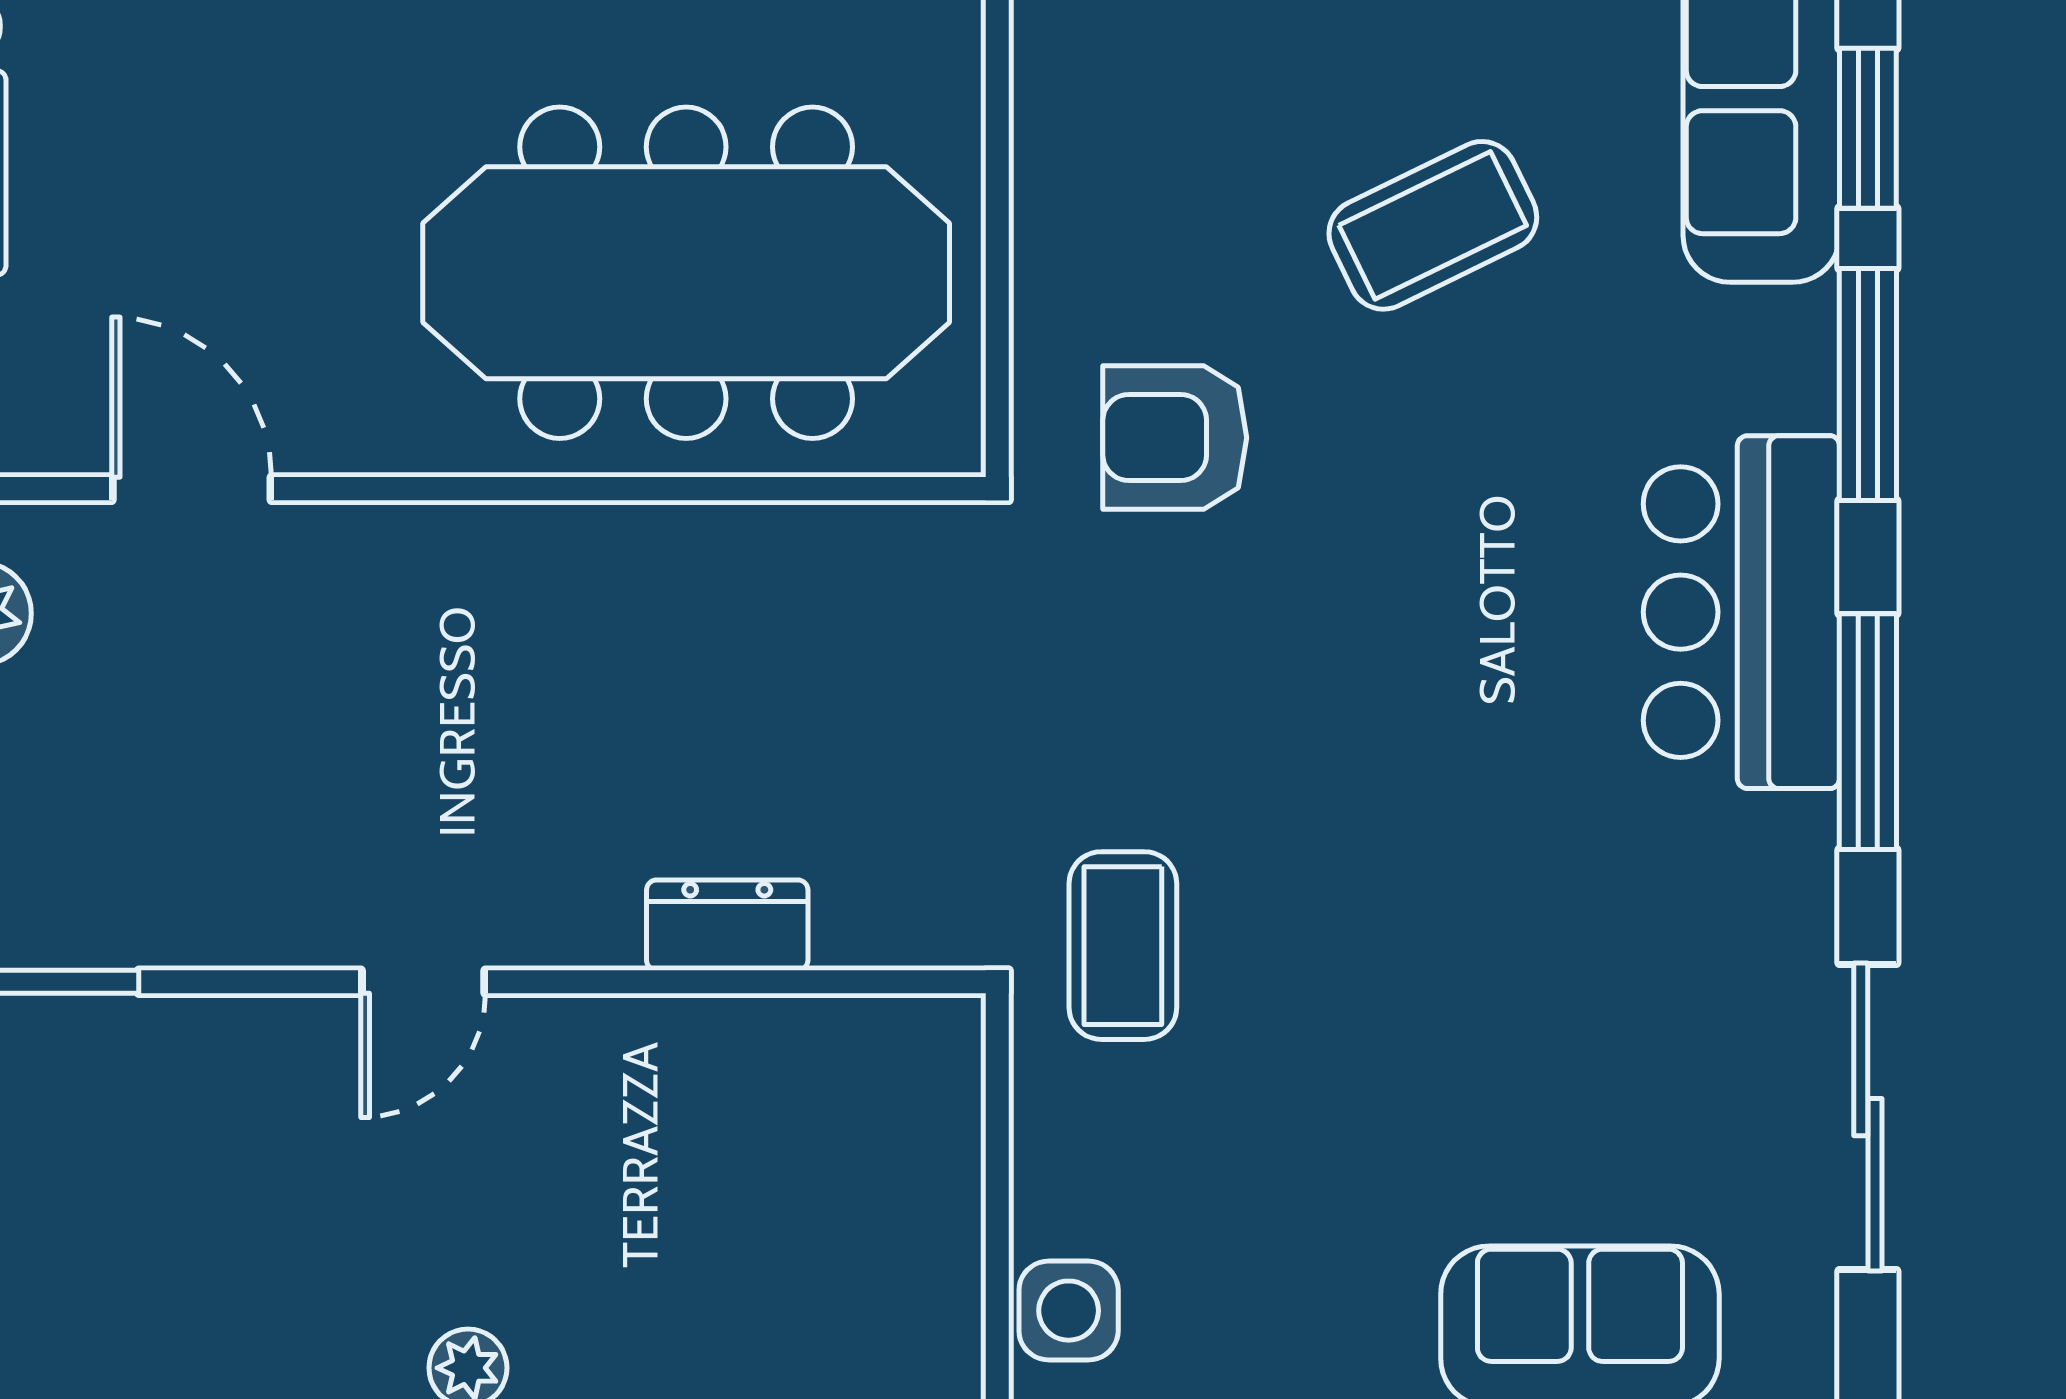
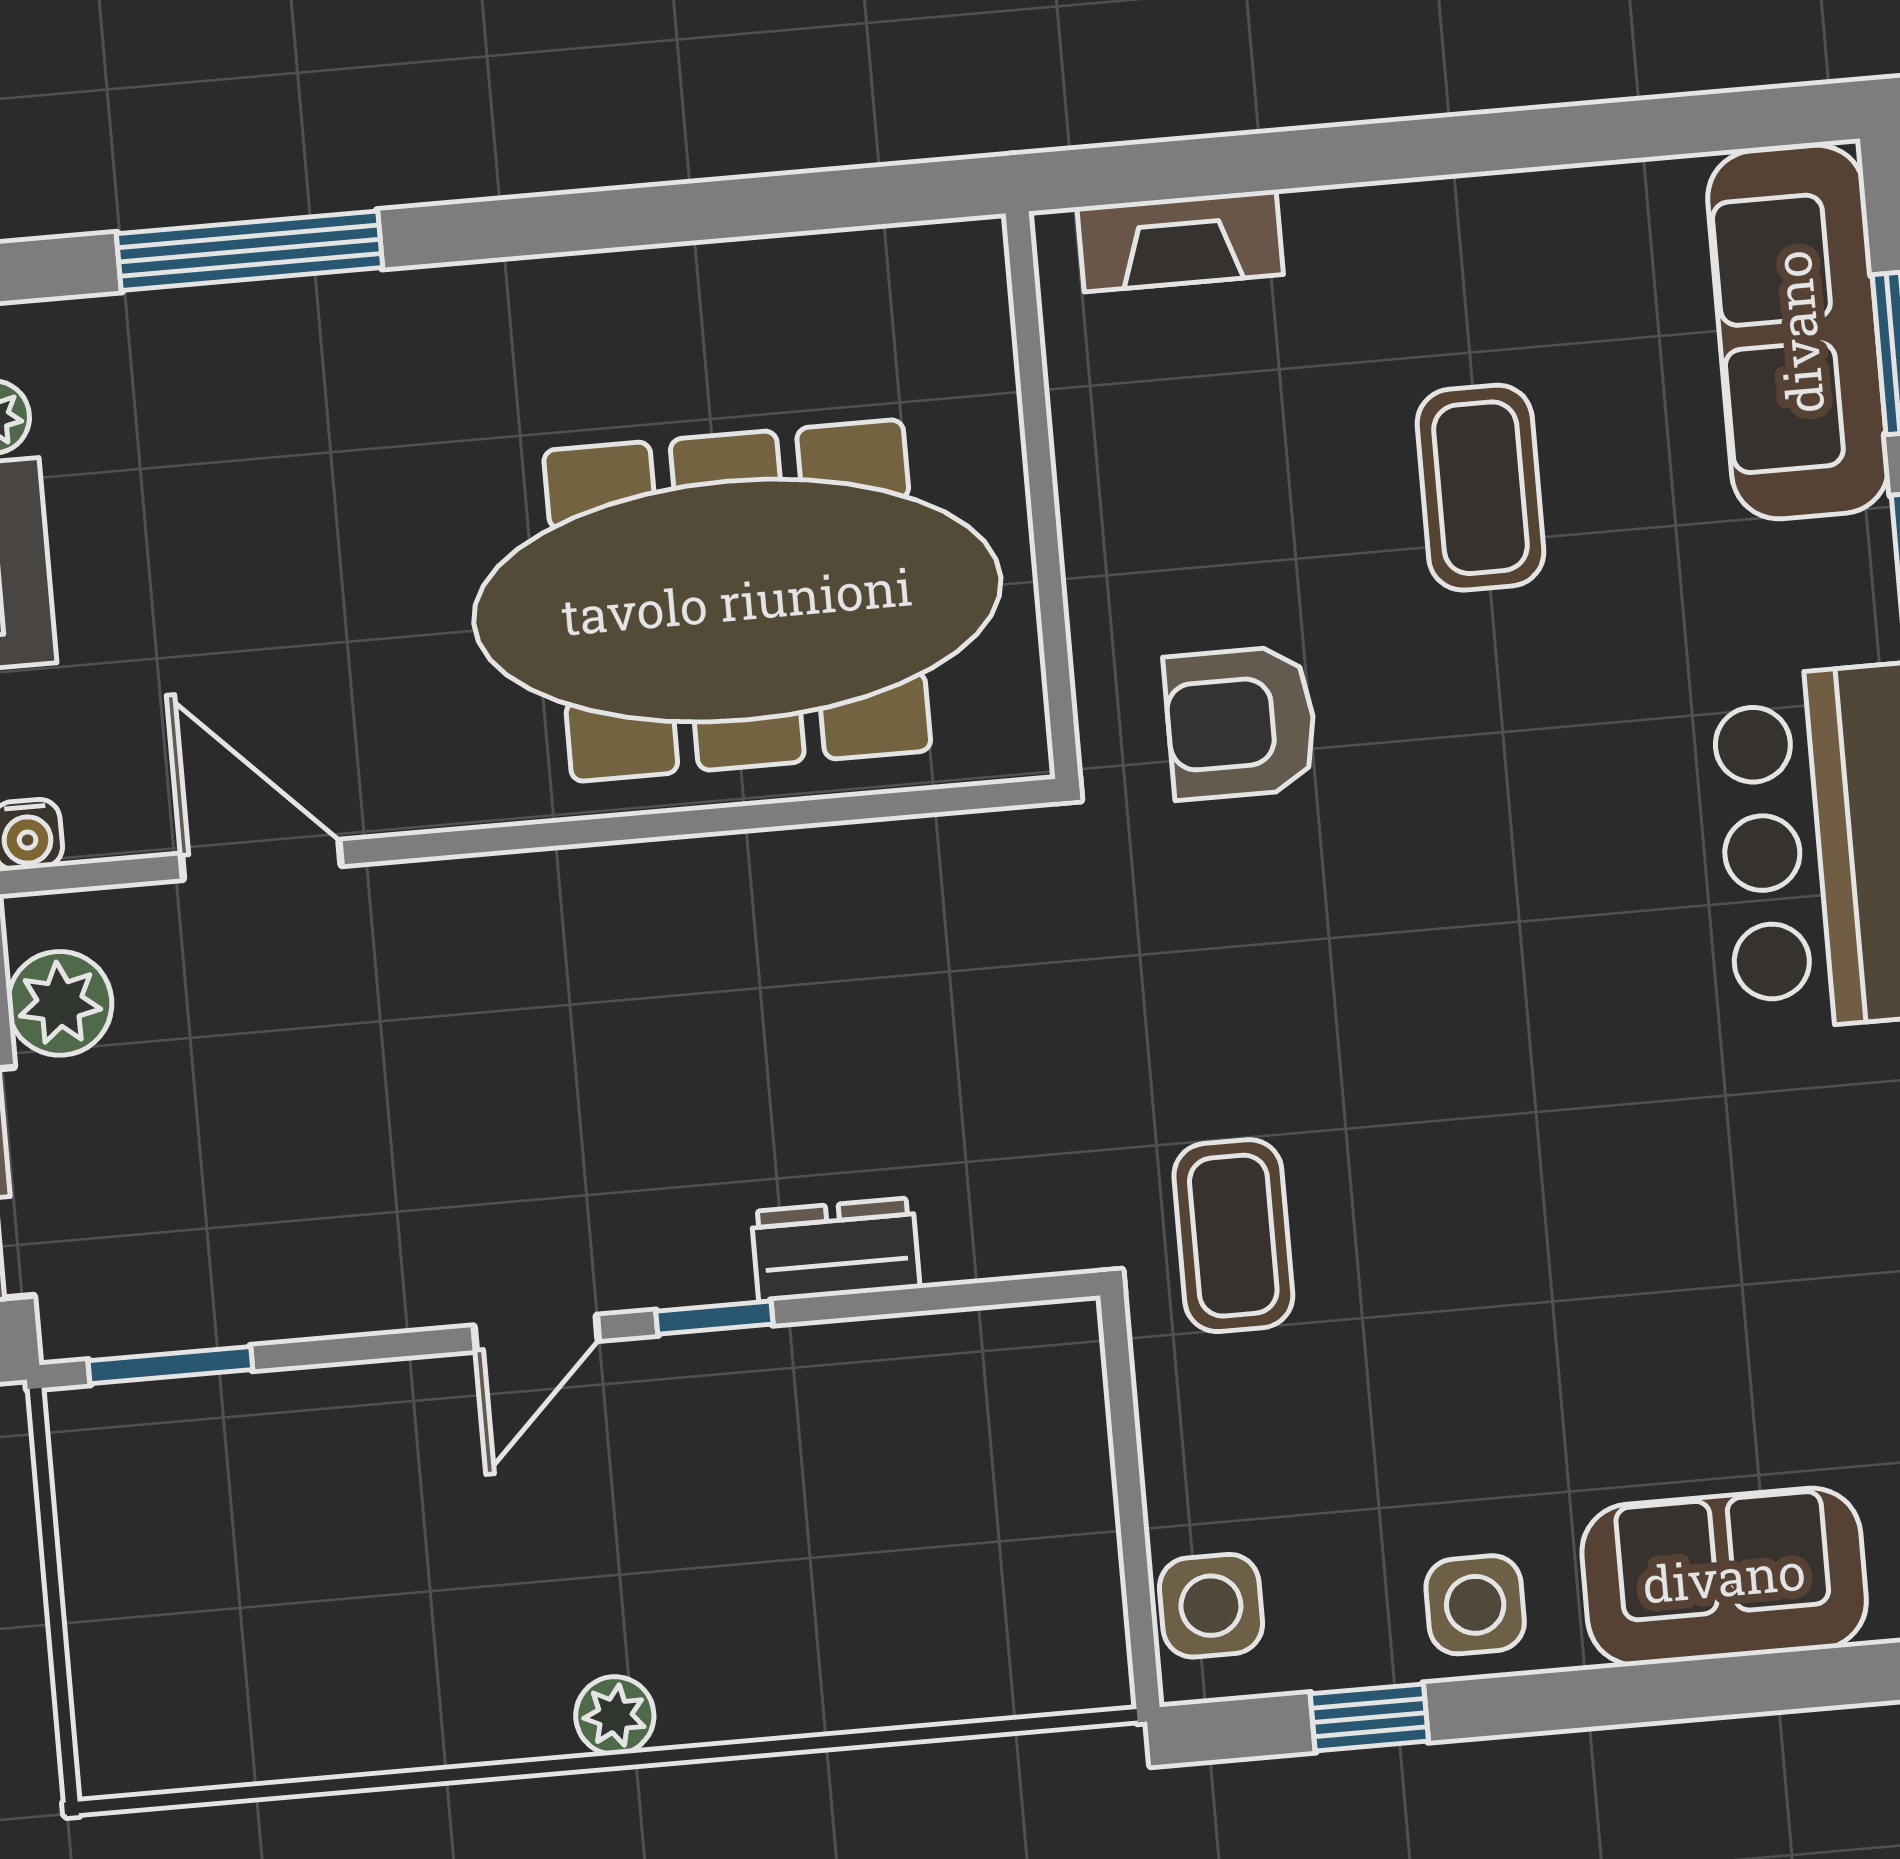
coffee table: (1433, 225) -> (1480, 488), turned -64
window: (601, 982) -> (714, 1318), added
side table: (1331, 1333) -> (1475, 1605), added

